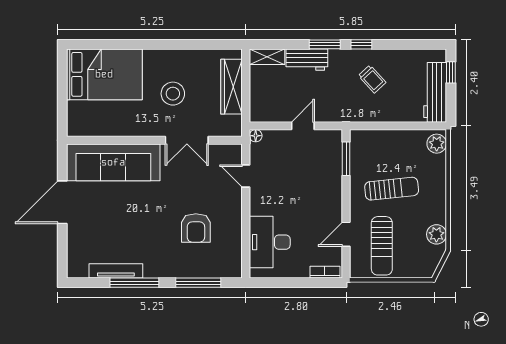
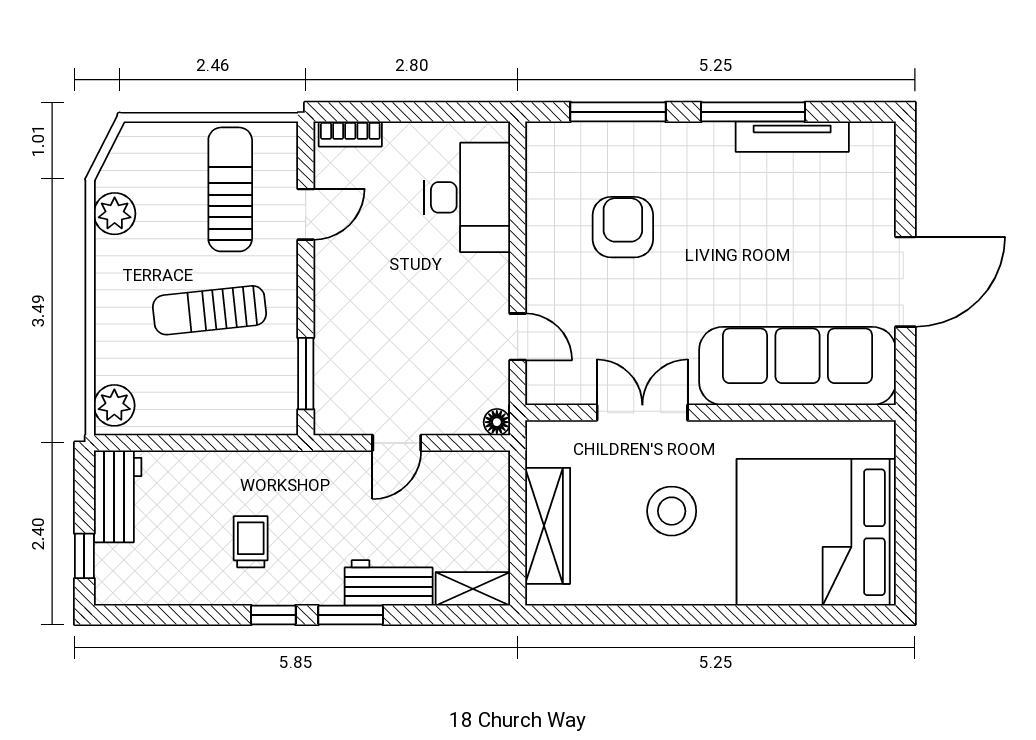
bed: (104, 74) -> (816, 532), width x1.36
trolley: (372, 79) -> (251, 542), turned 43
workbench: (435, 92) -> (118, 496), width x0.73

